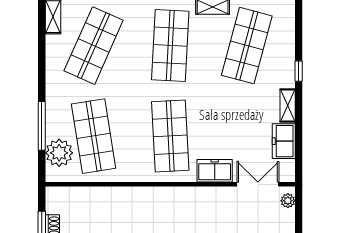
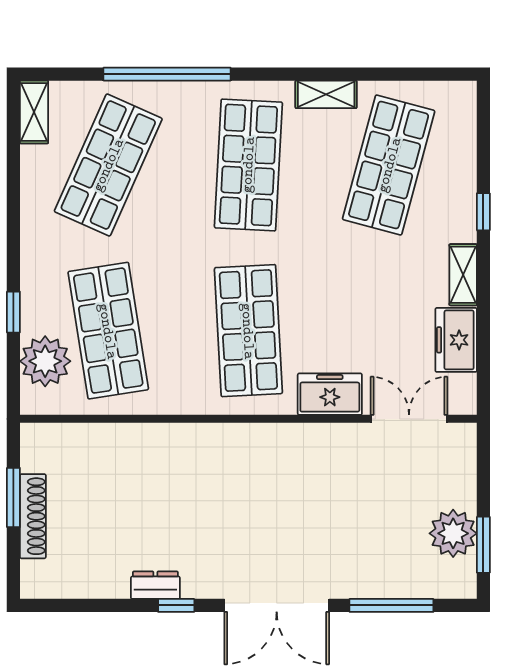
window: (42, 126) -> (13, 312), width x0.46
plant: (288, 201) -> (464, 449), removed

